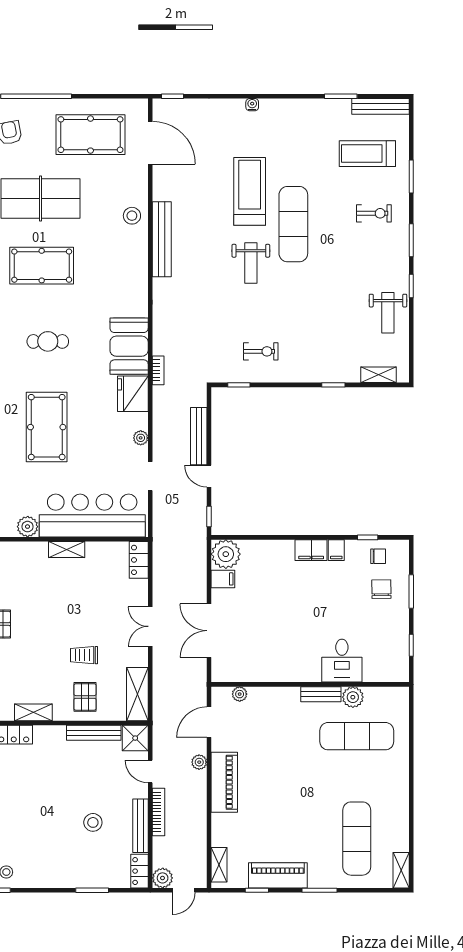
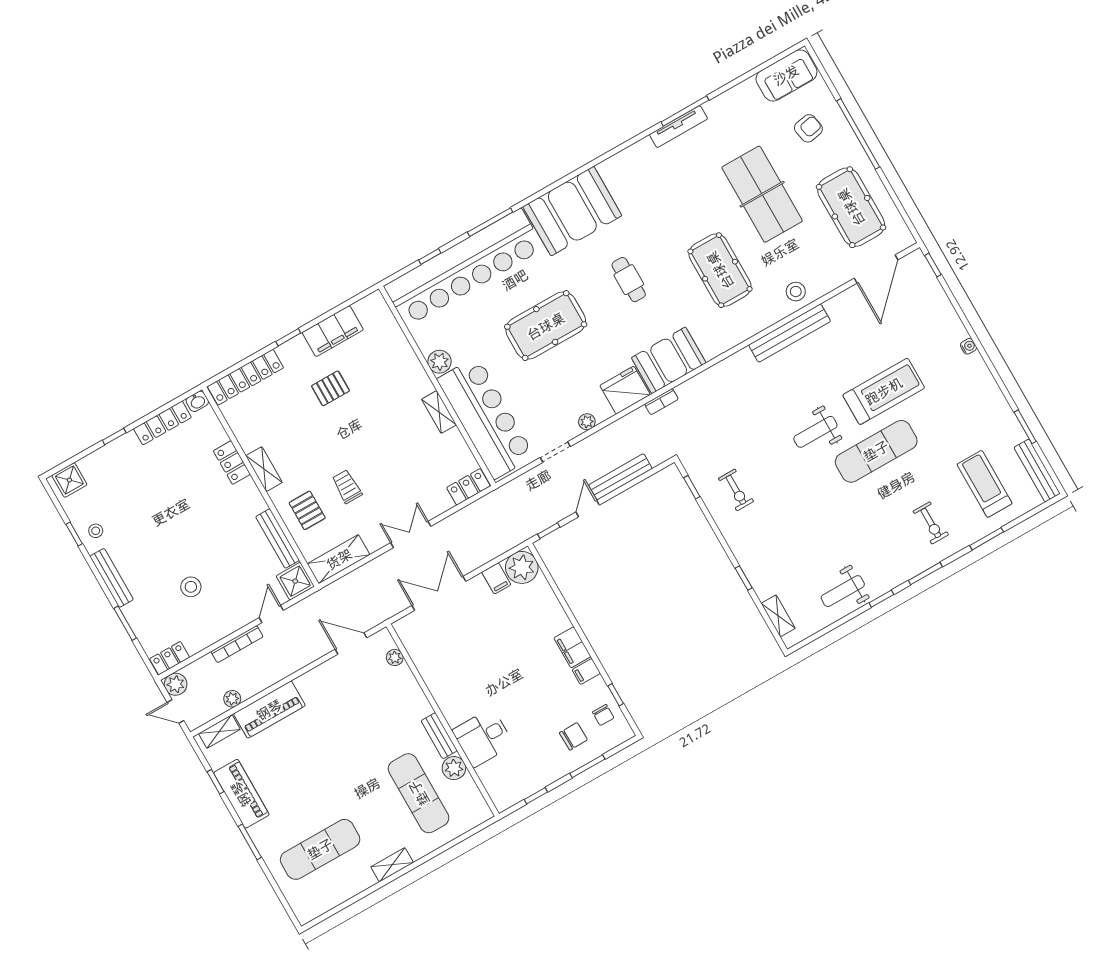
pool table: (42, 266) -> (720, 270), moved
pallet: (85, 697) -> (307, 510), turned 90
plant: (199, 762) -> (232, 699), moved
piano: (224, 782) -> (269, 710), moved
bench: (140, 826) -> (112, 578), moved, turned 90
shelving: (401, 870) -> (392, 865), moved

